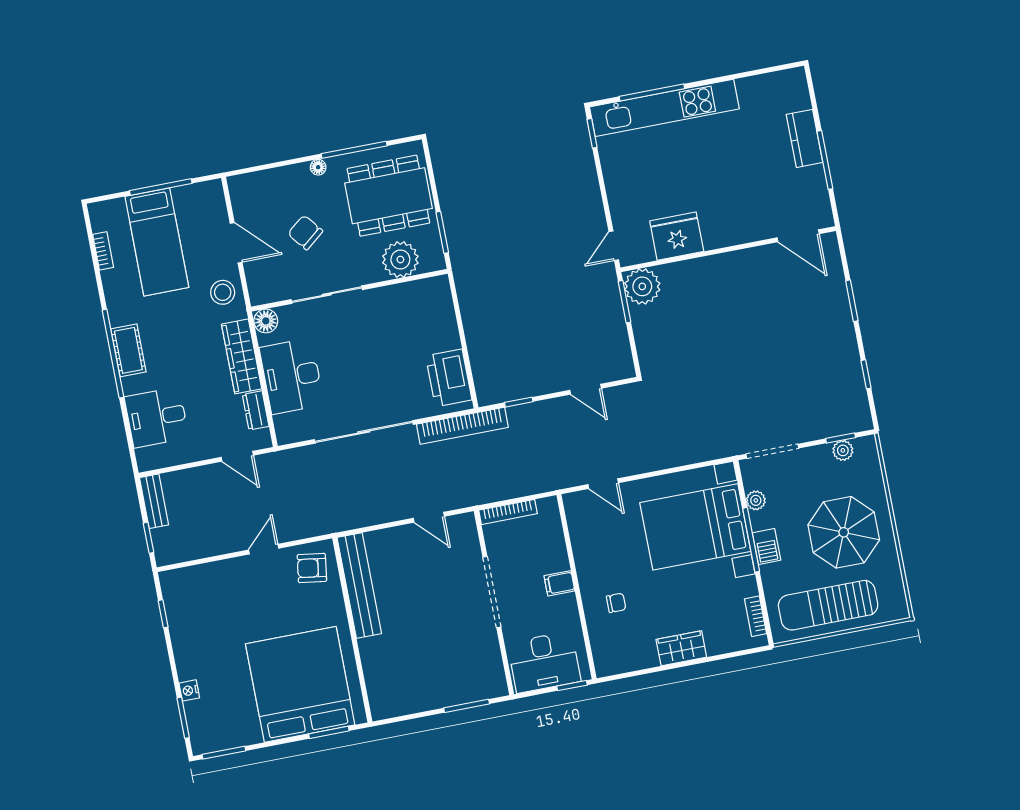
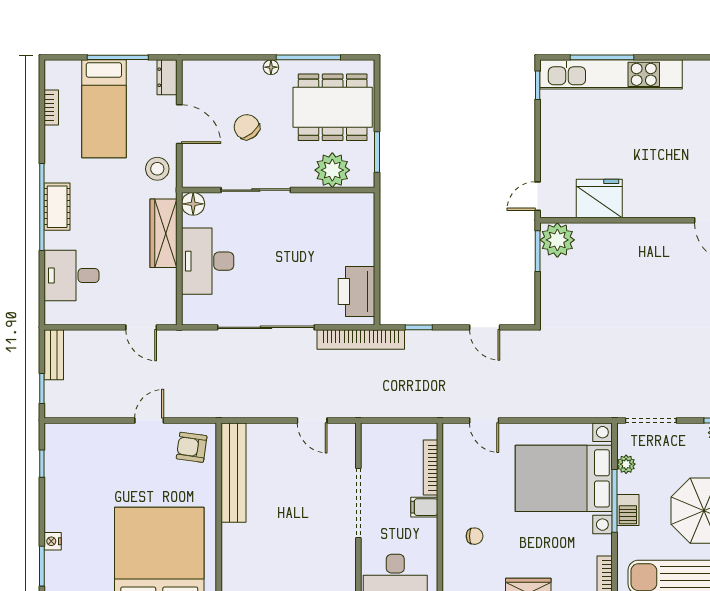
dresser: (256, 410) -> (167, 77), moved
bookcase: (508, 512) -> (430, 468), moved, turned 90

